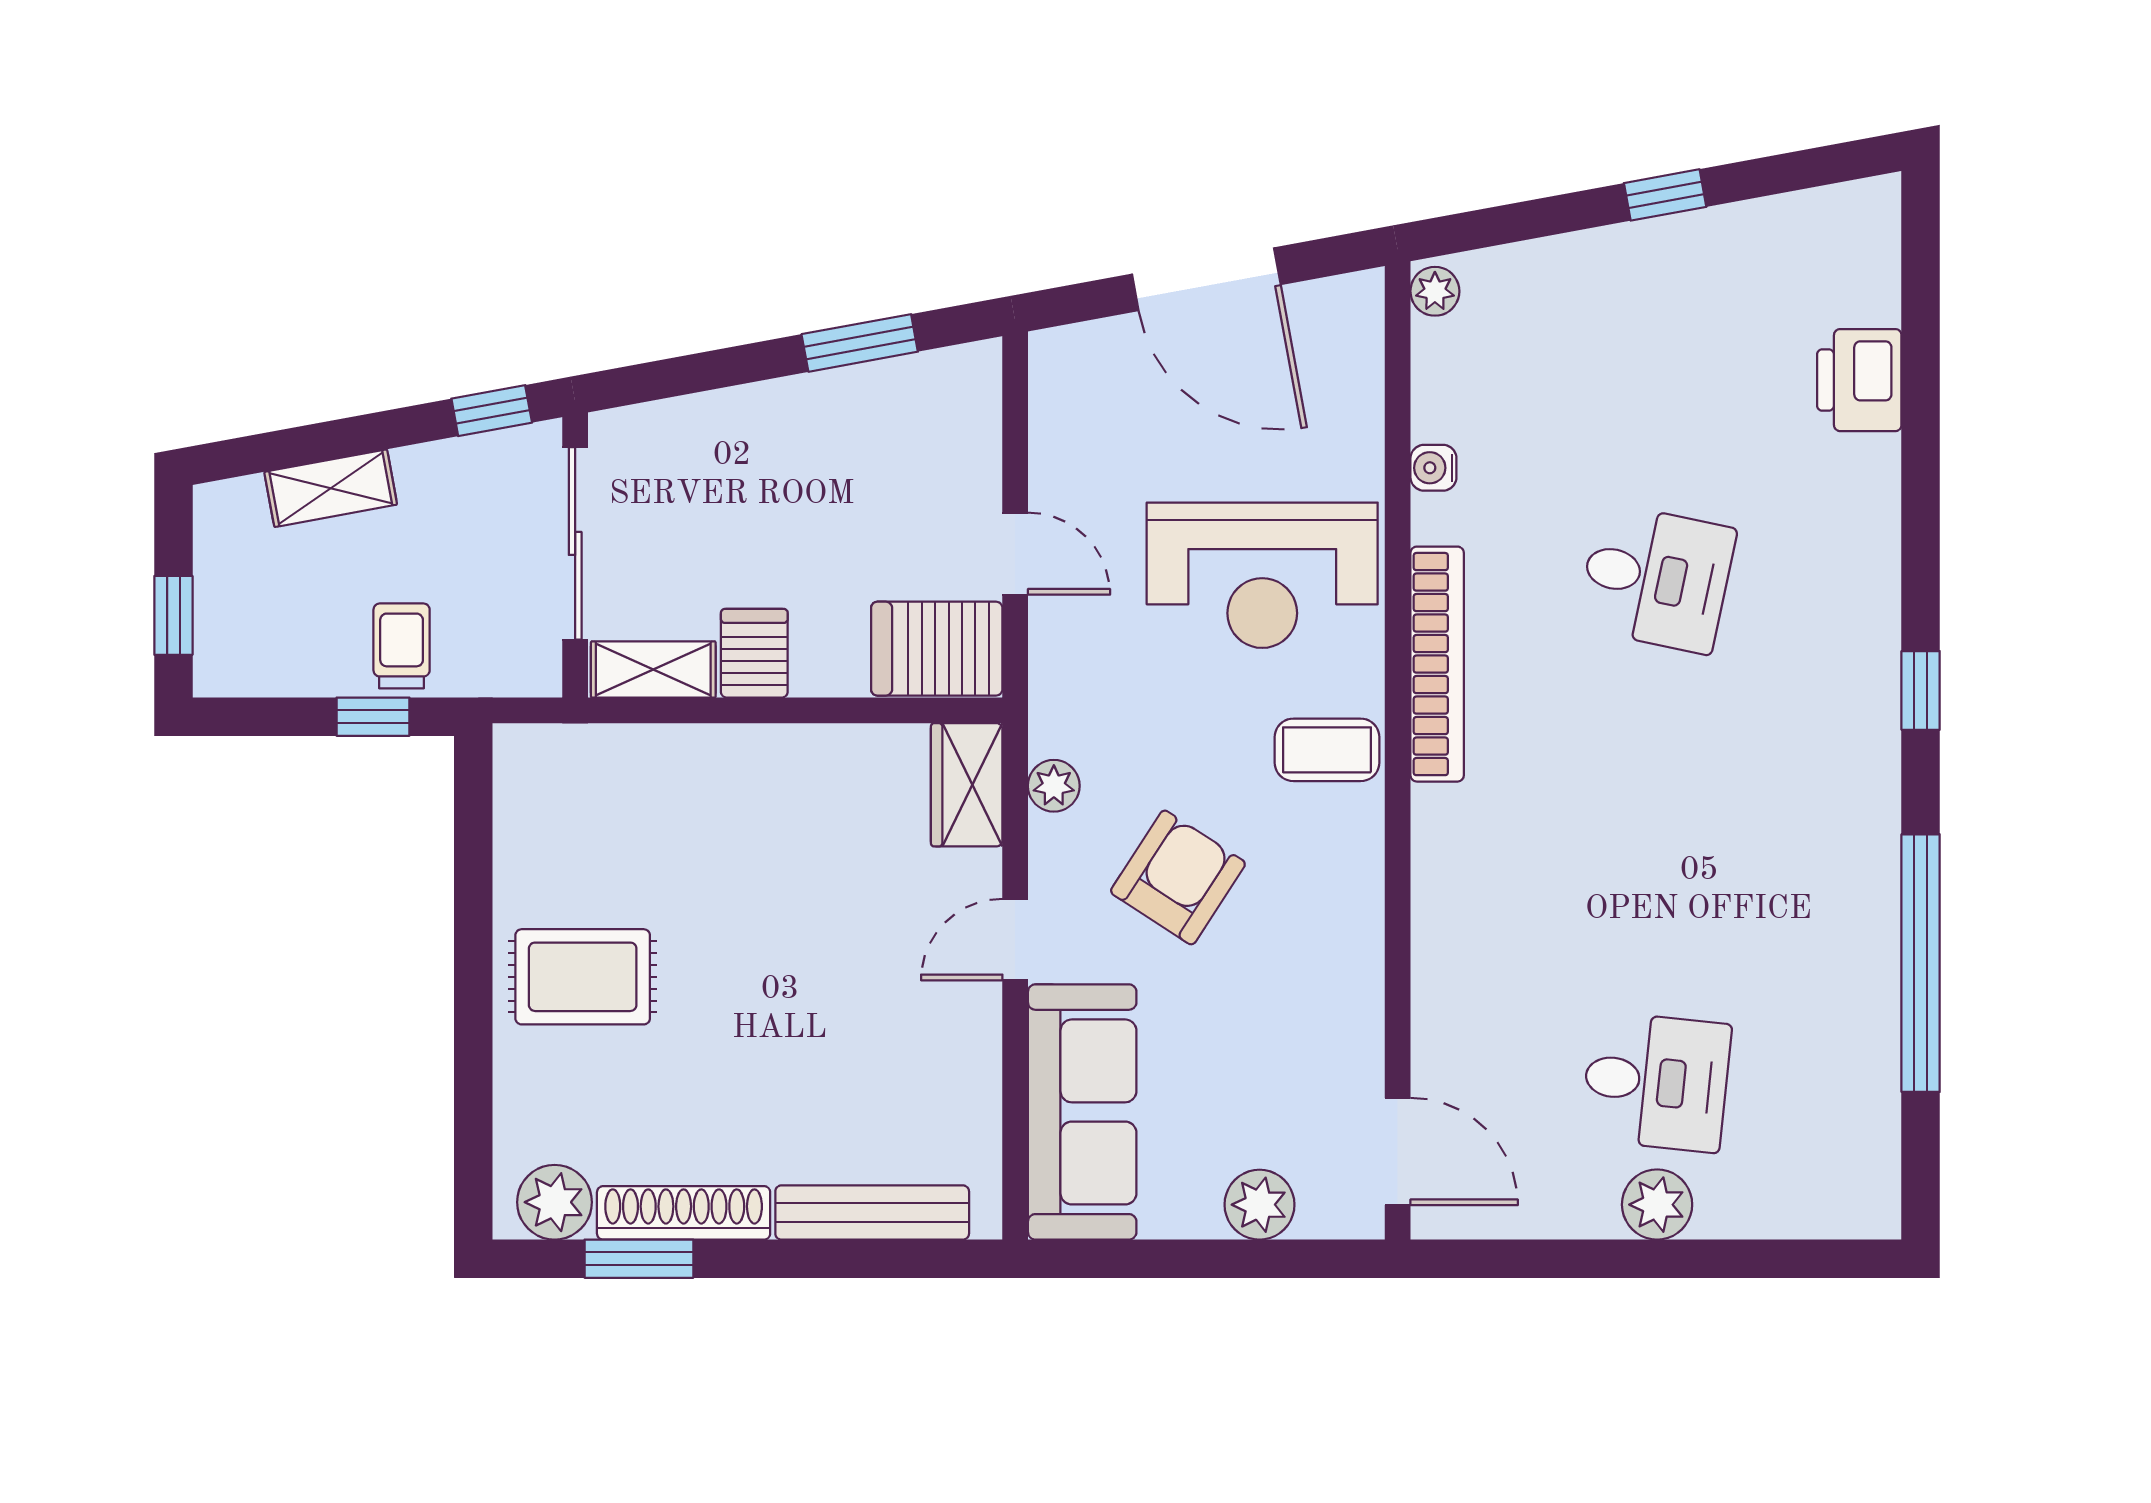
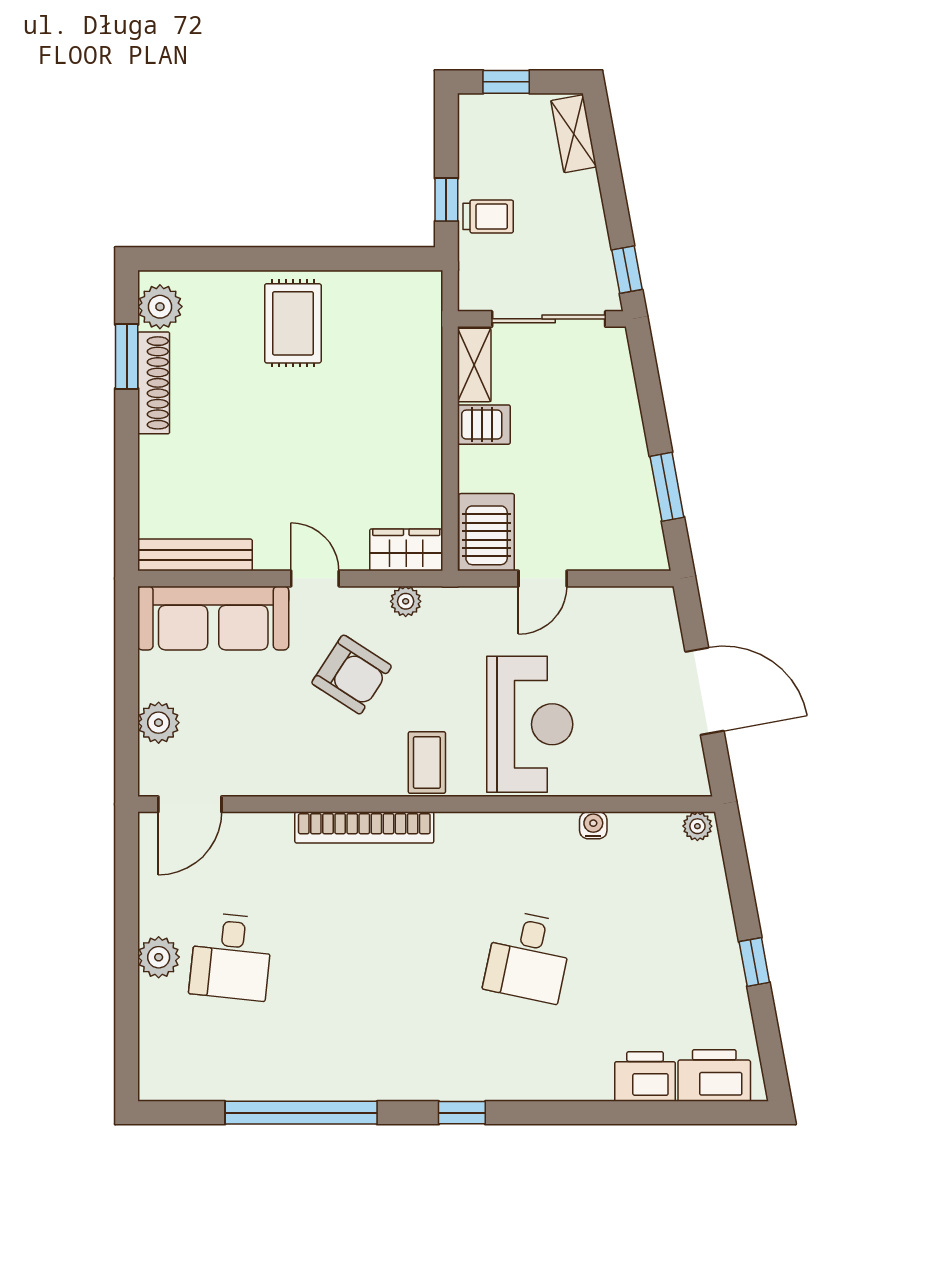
printer: (1858, 263) -> (714, 1076), added
door: (1206, 279) -> (705, 691), swing flipped
shelving: (331, 488) -> (574, 134), moved
reception desk: (1262, 575) -> (530, 724), turned 180
bookcase: (1437, 664) -> (364, 827), moved
bench: (872, 1212) -> (195, 555), moved, turned 90

